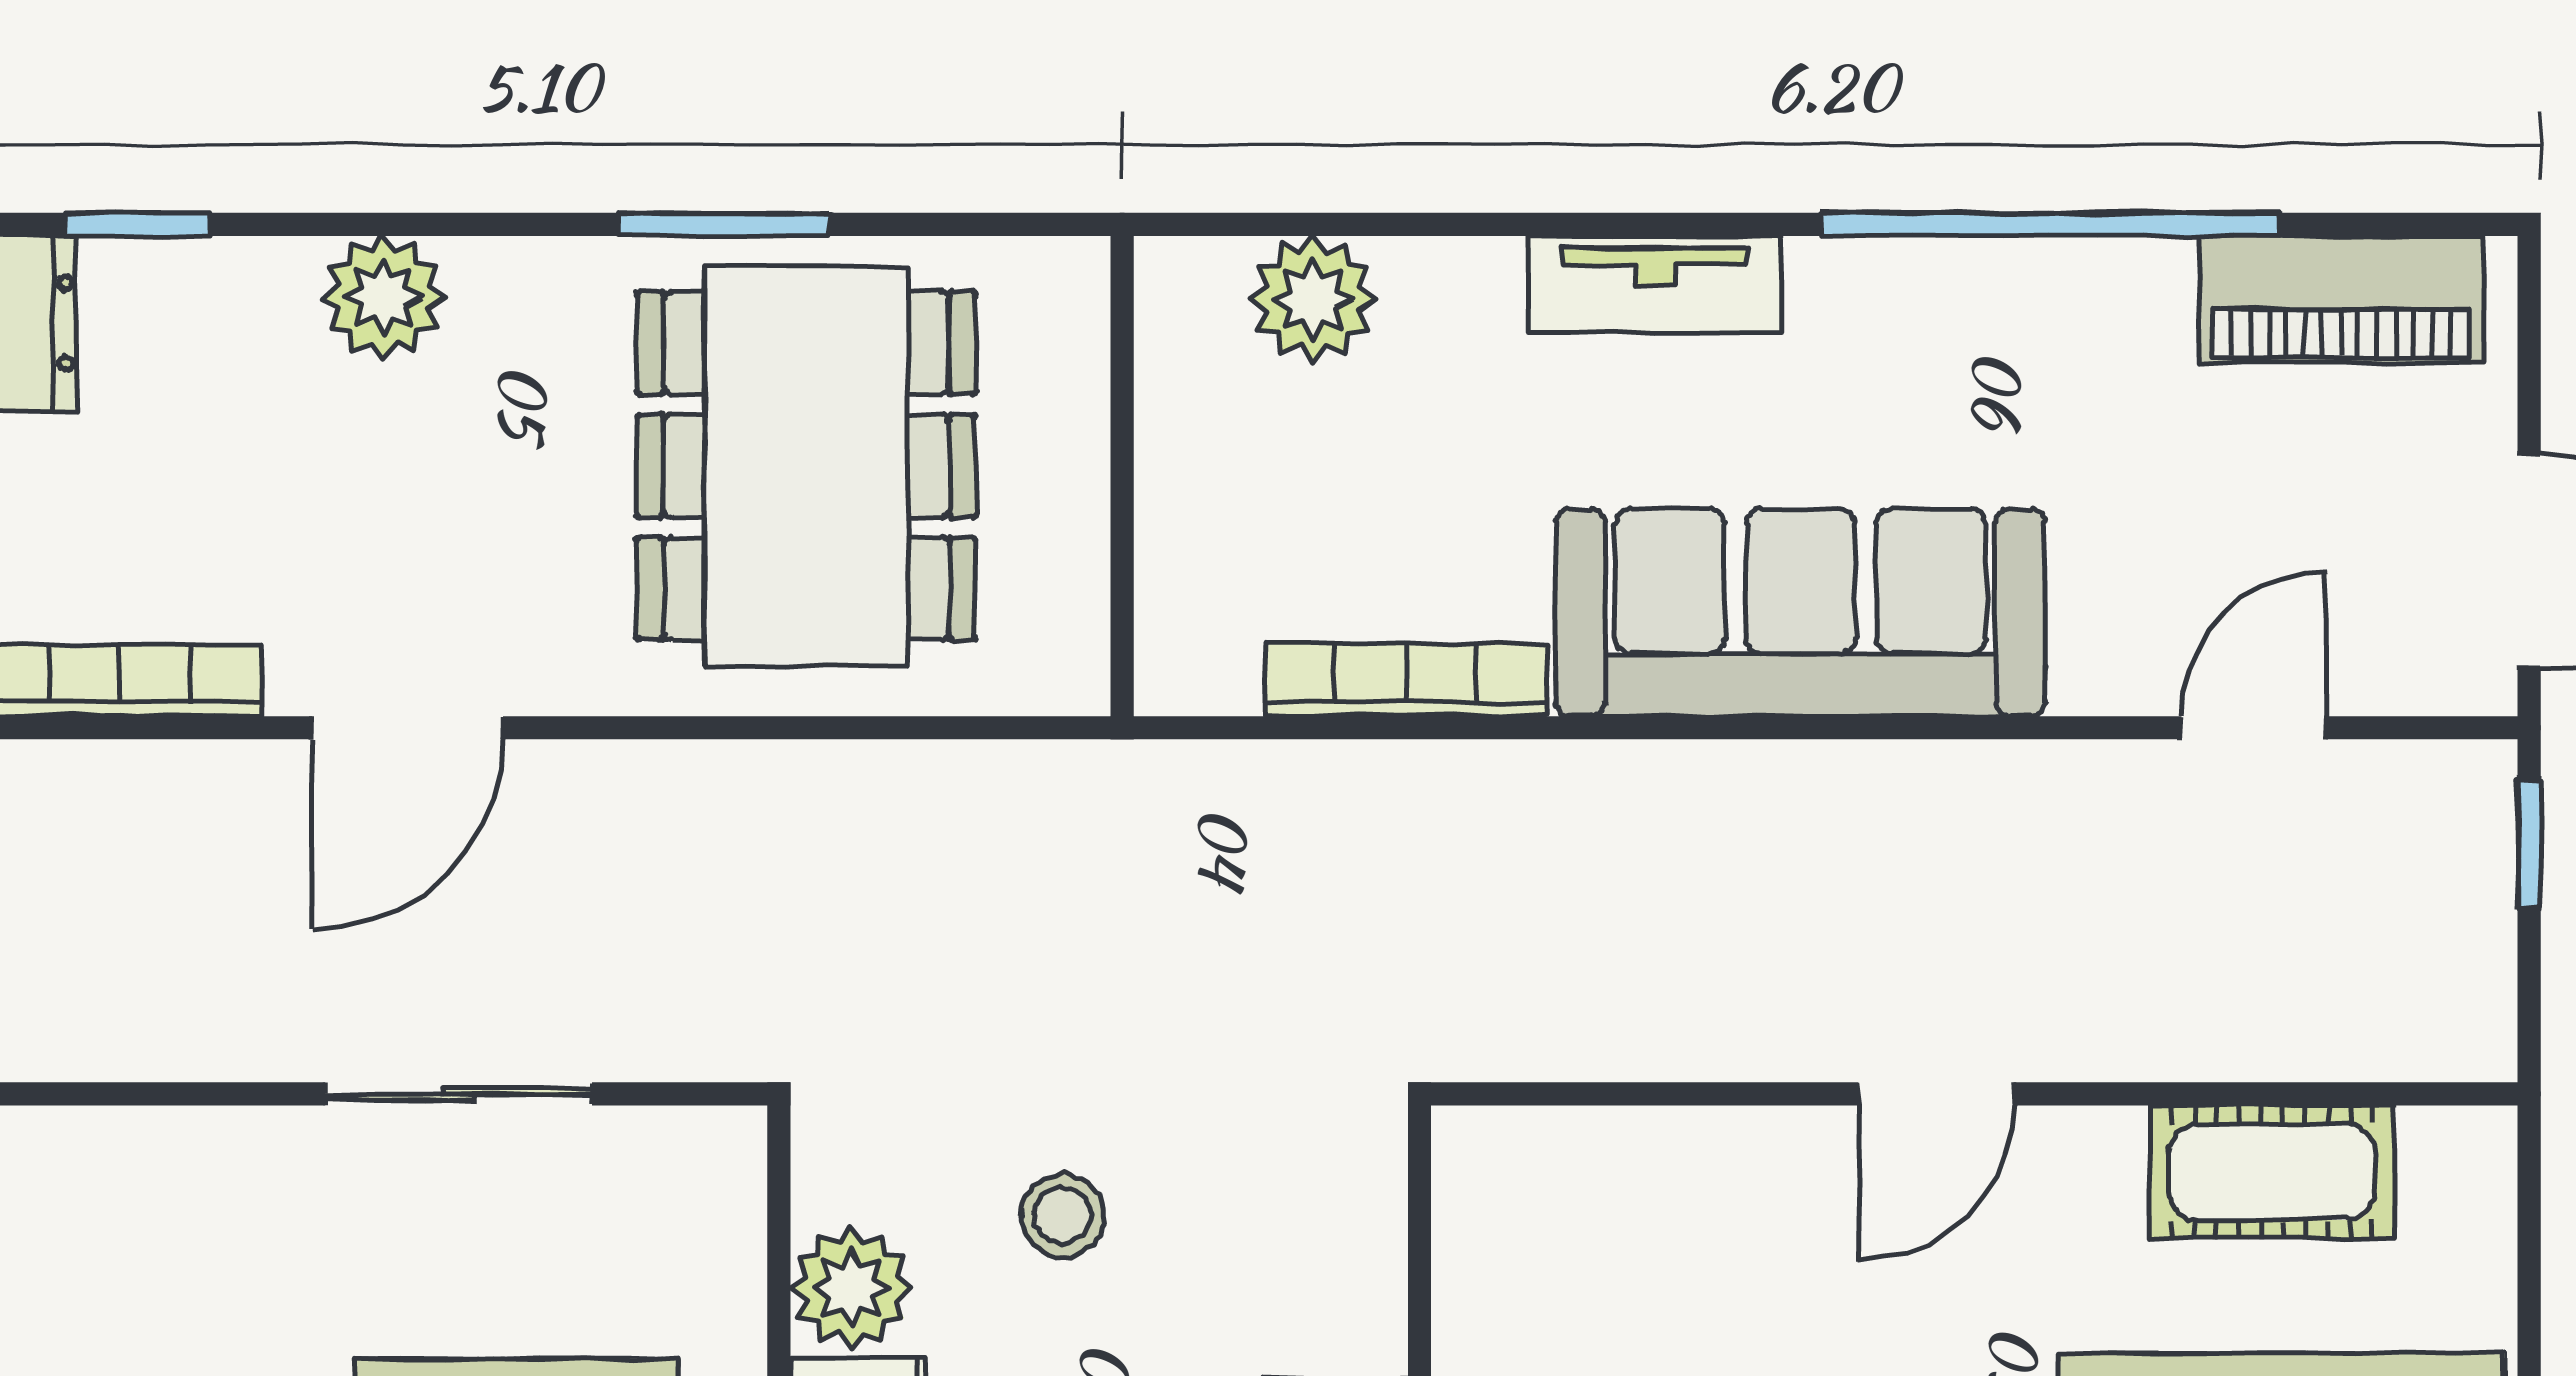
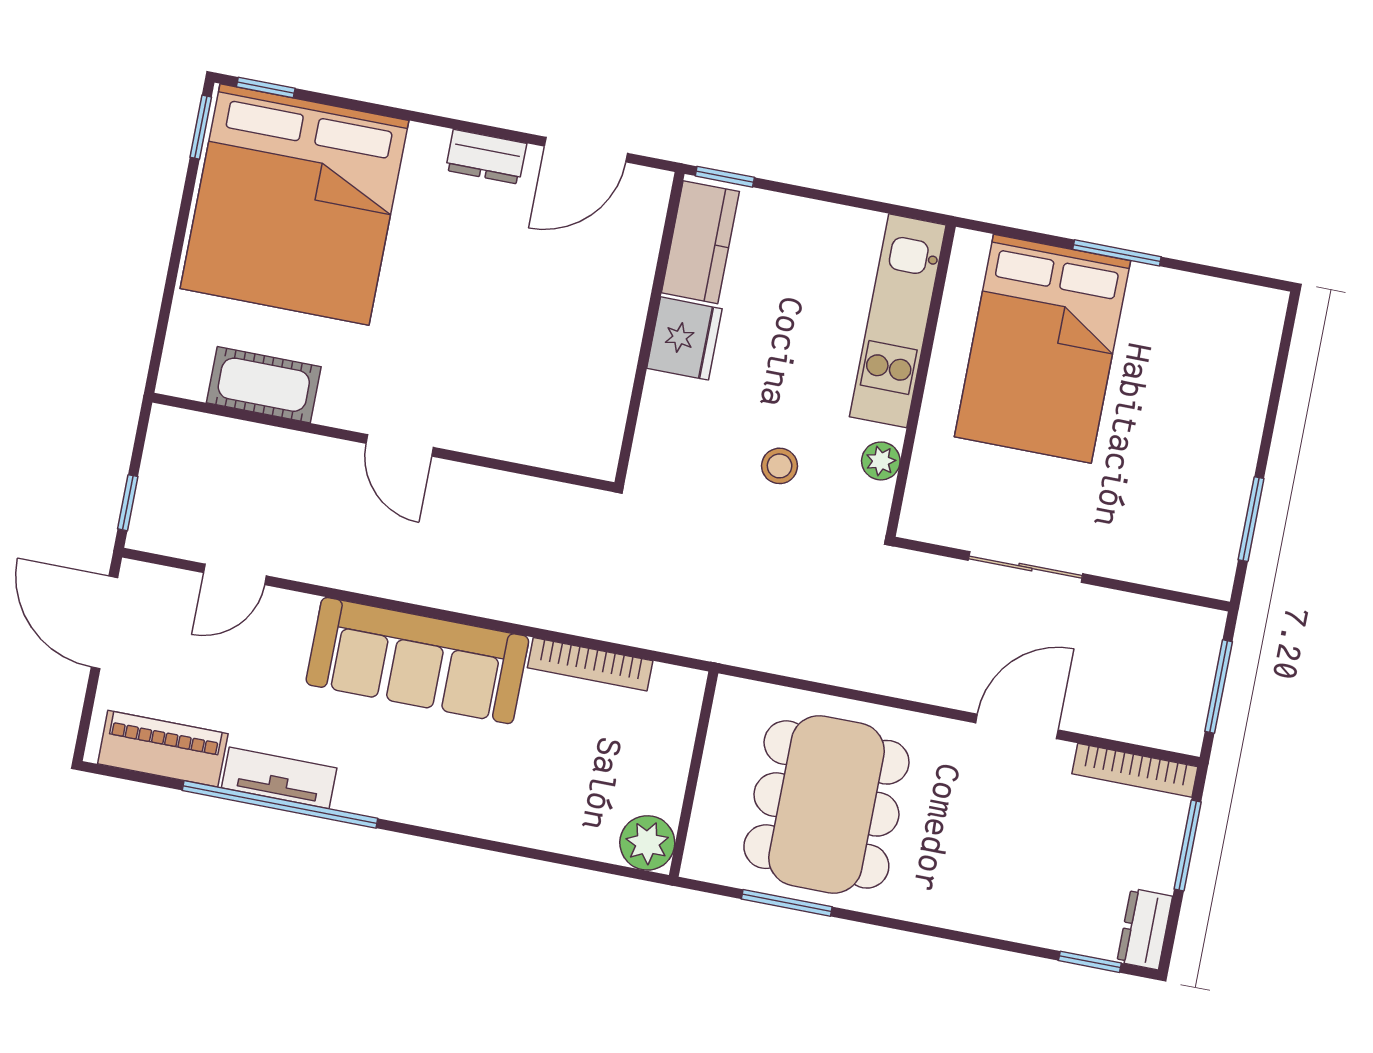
window: (724, 224) -> (787, 903), moved
tv unit: (1655, 284) -> (279, 778), moved
plant: (383, 297) -> (992, 911), removed
plant: (1313, 299) -> (647, 843), moved
door: (1936, 1094) -> (400, 445), swing flipped
plant: (851, 1288) -> (881, 461), width x0.73, depth x0.73

